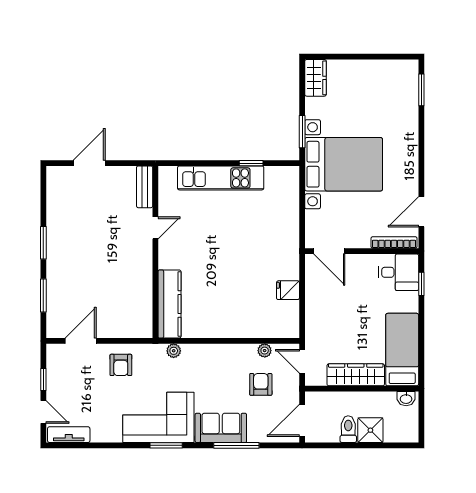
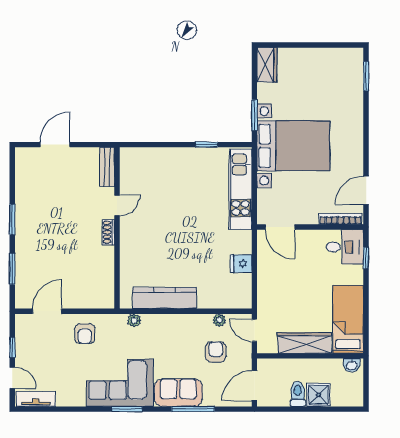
kitchen unit: (221, 178) -> (240, 189), moved, turned 90
shoe rack: (146, 257) -> (108, 232), added
kitchen counter: (169, 304) -> (165, 298), moved, turned -90

